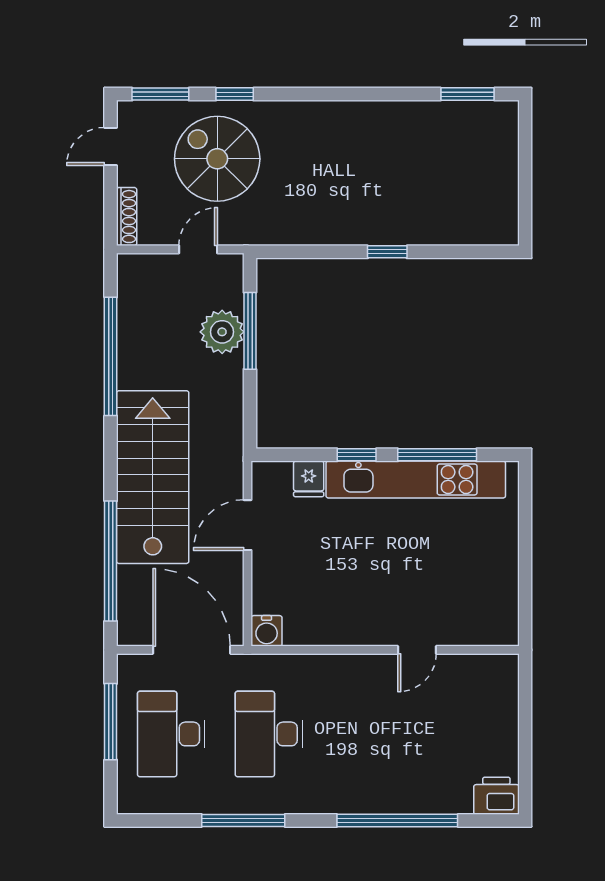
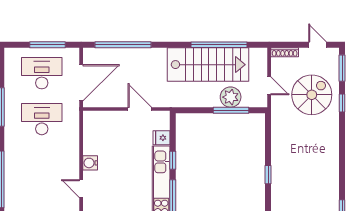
stairs: (153, 477) -> (208, 65), moved
water cooler: (267, 631) -> (90, 163), moved

